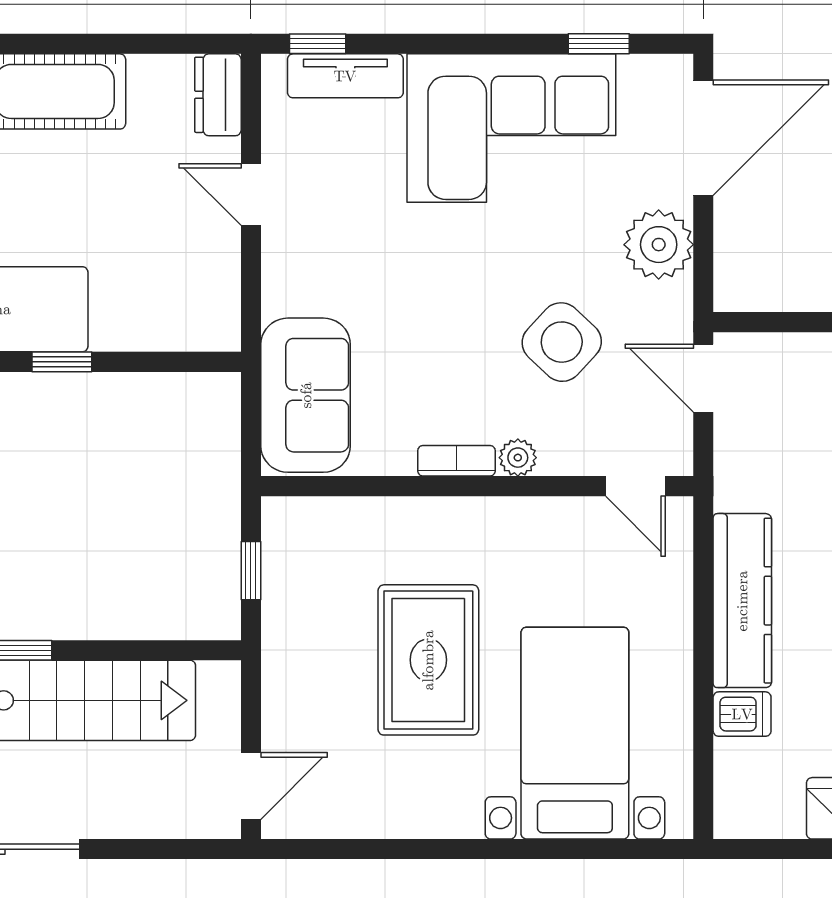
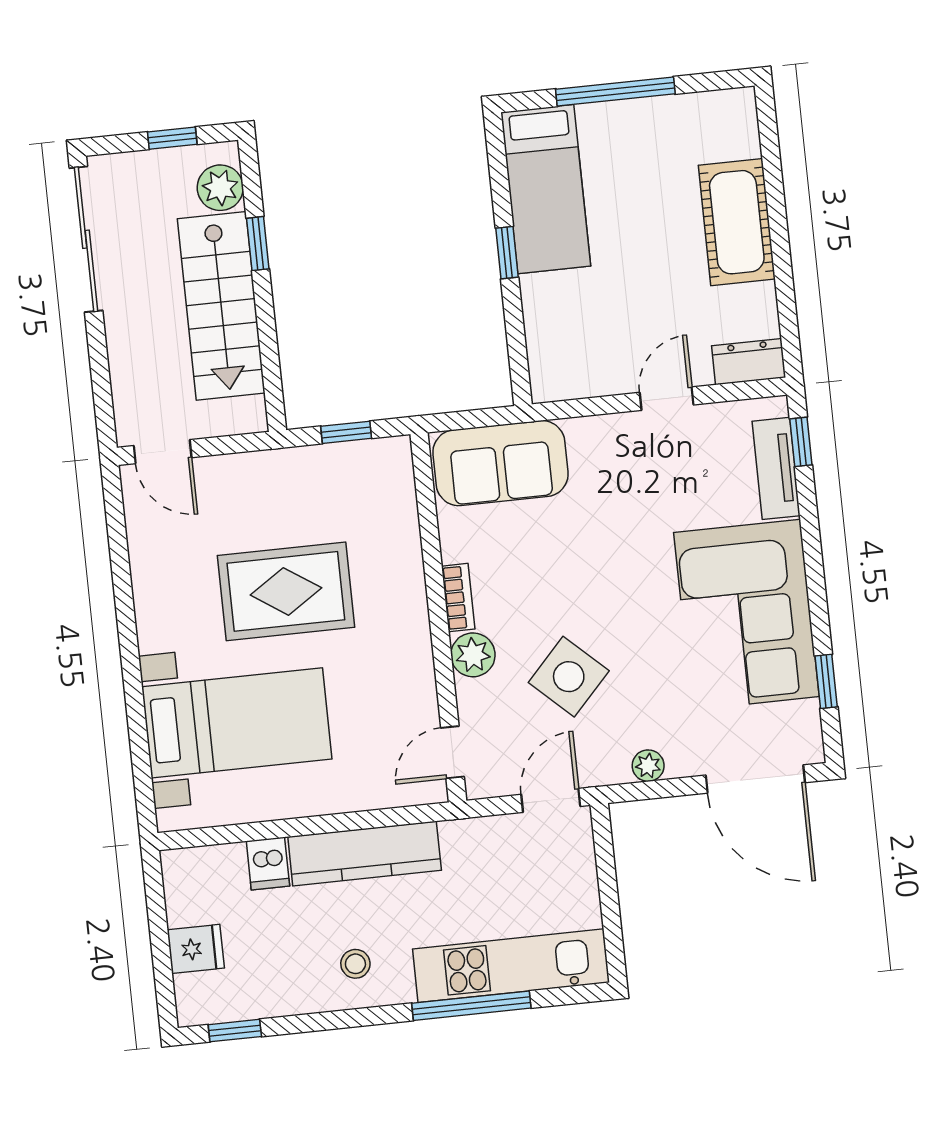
plant: (659, 245) -> (648, 766), width x0.53, depth x0.53
plant: (518, 458) -> (473, 655), width x1.38, depth x1.38

